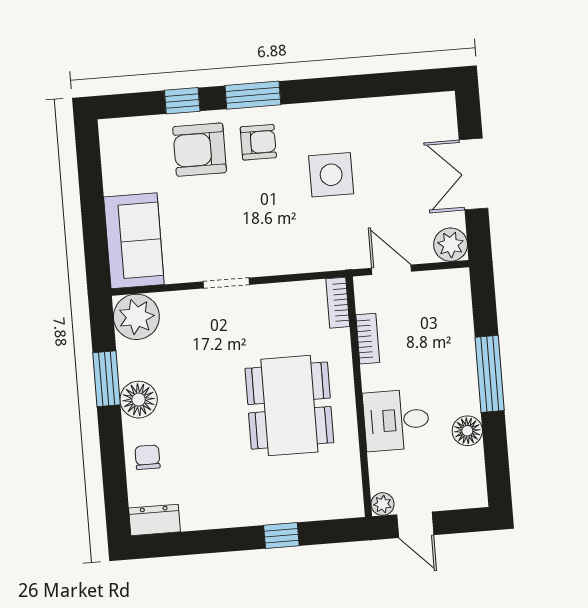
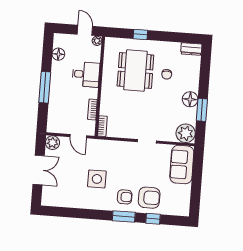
armchair: (258, 142) -> (125, 197), turned 180
dining table: (289, 406) -> (135, 71), moved
floor lamp: (467, 431) -> (58, 54), moved
chair: (148, 457) -> (167, 74), moved

